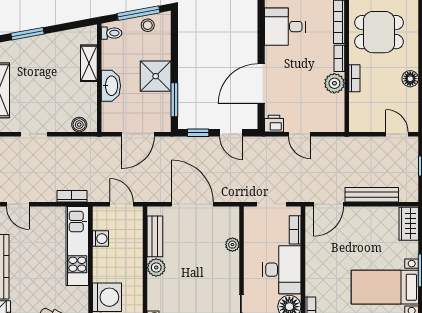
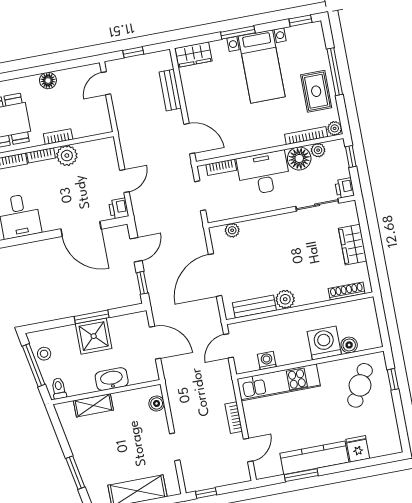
window: (174, 100) -> (92, 317), moved
bench: (372, 195) -> (170, 90), width x0.73
bookcase: (72, 196) -> (234, 418), moved
plant: (232, 245) -> (232, 230), moved

